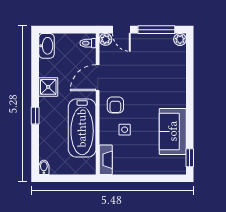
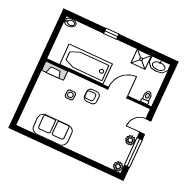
plant: (106, 39) -> (130, 140), moved
door: (98, 78) -> (118, 93), hinge flipped
shower: (48, 87) -> (141, 59), moved
window: (190, 158) -> (27, 133), removed

